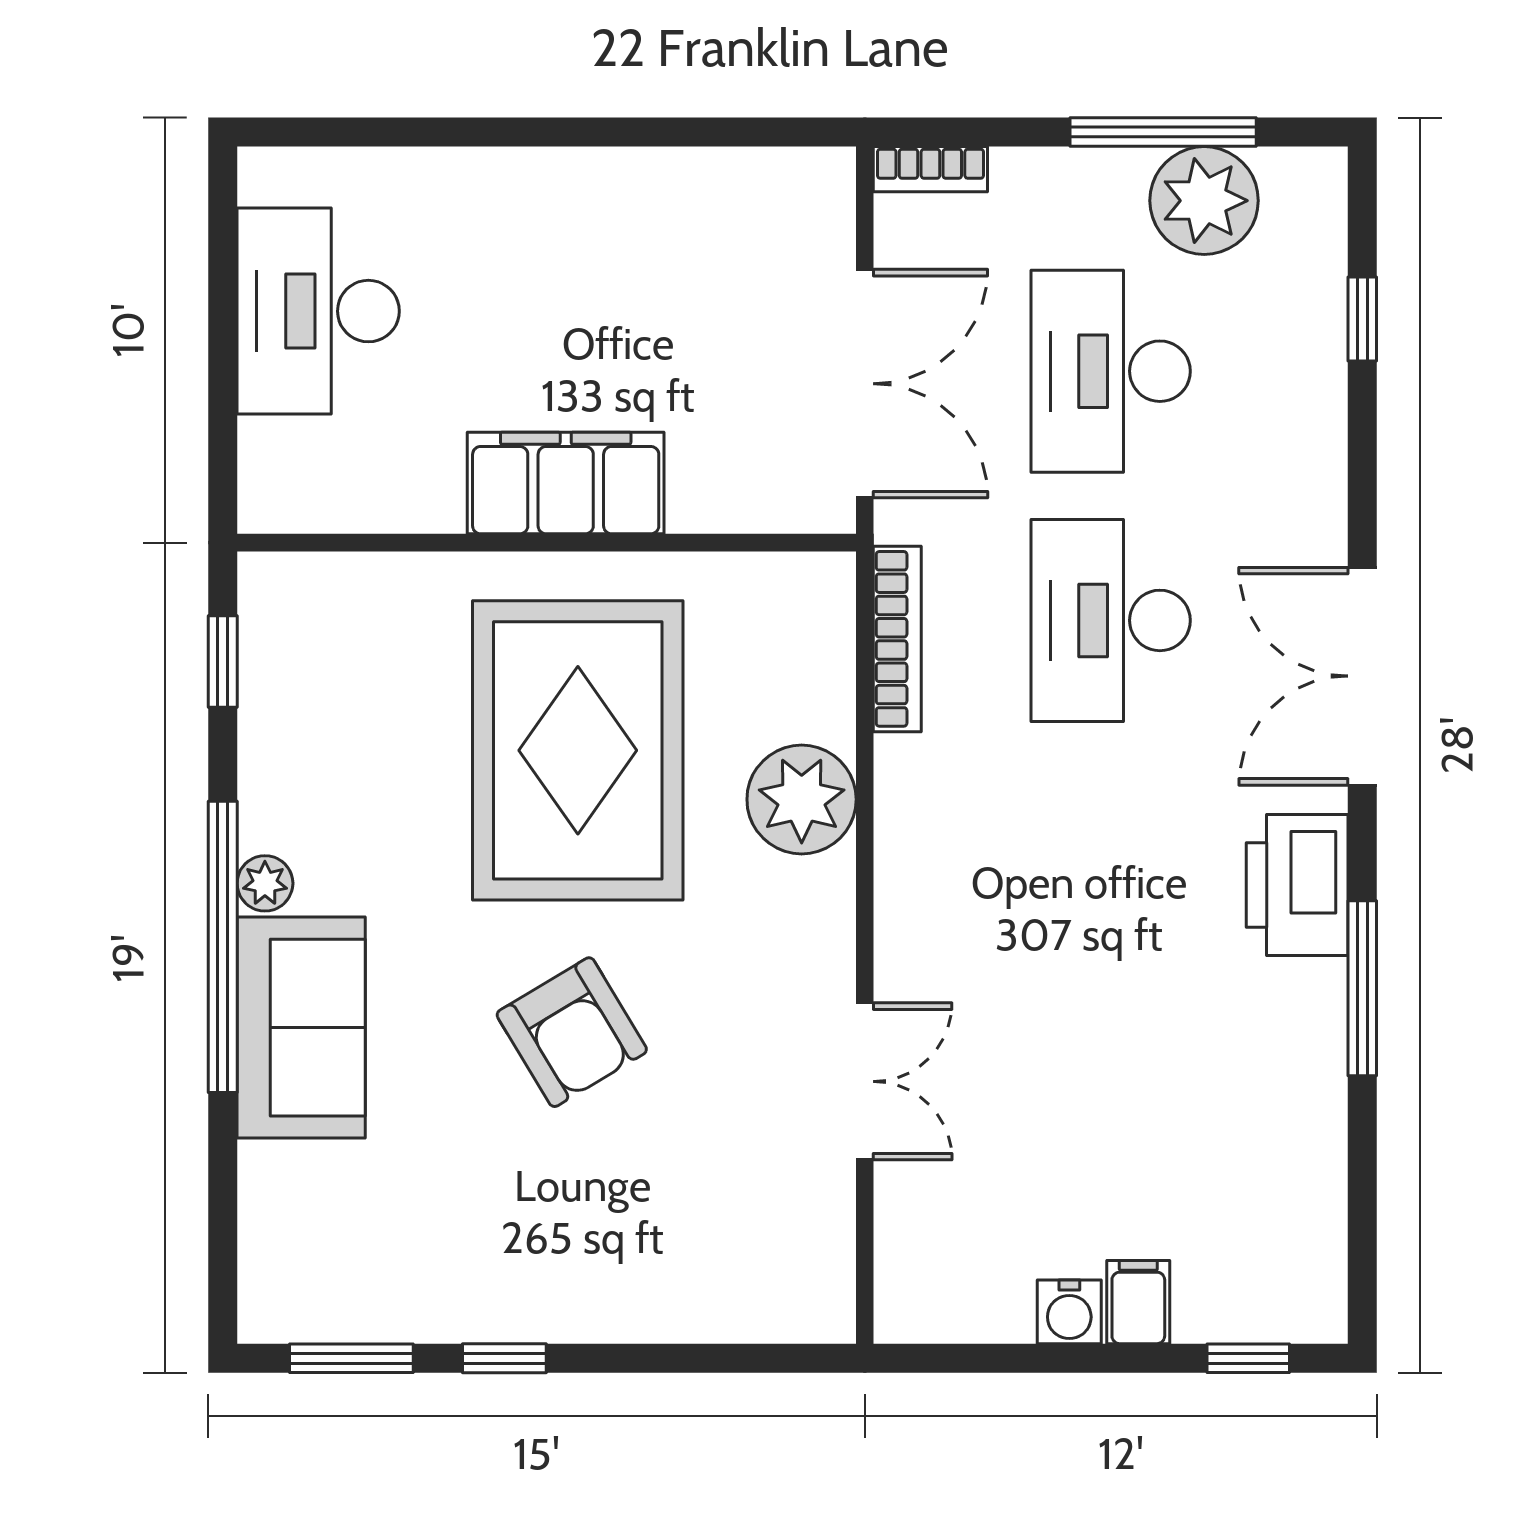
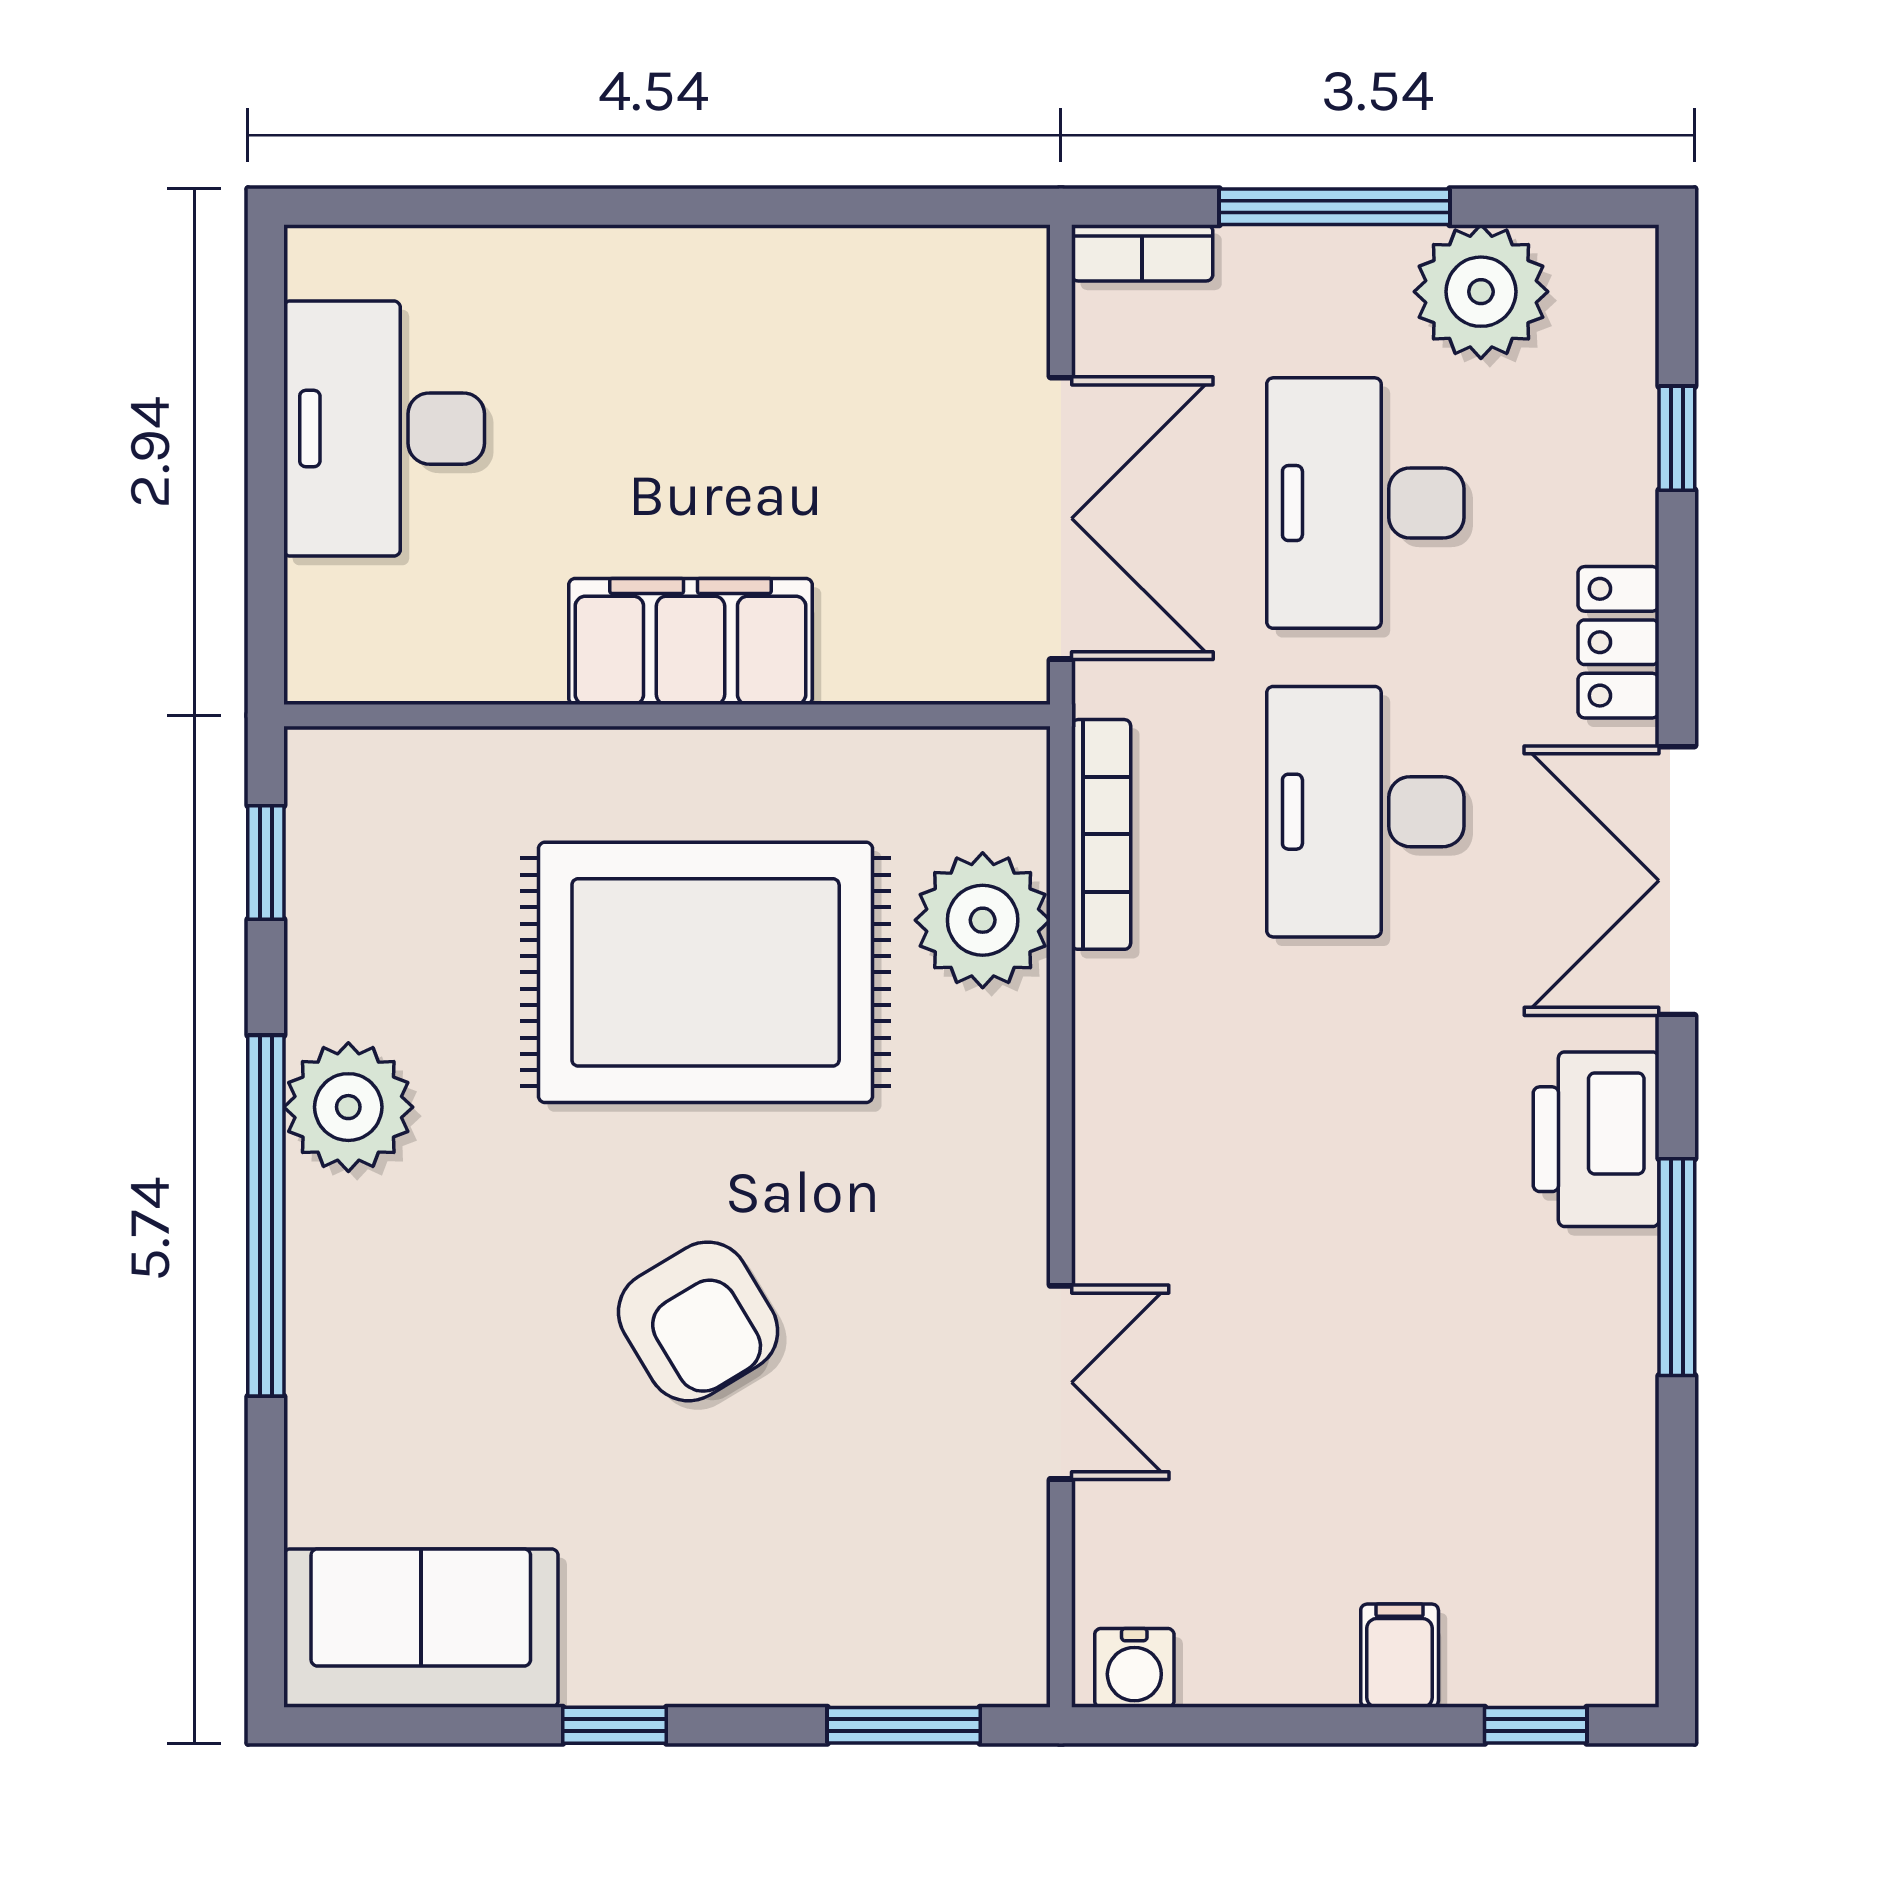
window: (1163, 132) -> (1335, 207), moved
locker: (1315, 484) -> (1619, 642), added
rug: (578, 750) -> (706, 972), turned 90
plant: (802, 799) -> (983, 920), moved
plant: (265, 883) -> (348, 1107), width x1.87, depth x1.87
sofa: (301, 1028) -> (421, 1628), moved, turned -90
water cooler: (1069, 1312) -> (1134, 1668), moved
window: (351, 1358) -> (904, 1725), moved

